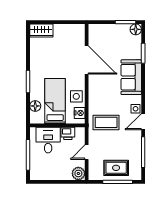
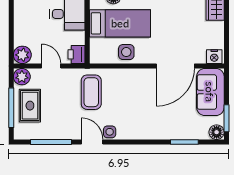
sofa: (131, 77) -> (210, 92), moved, turned -90
nightstand: (80, 113) -> (214, 57), moved
printer: (68, 133) -> (76, 54), moved
plant: (95, 174) -> (22, 77), added

